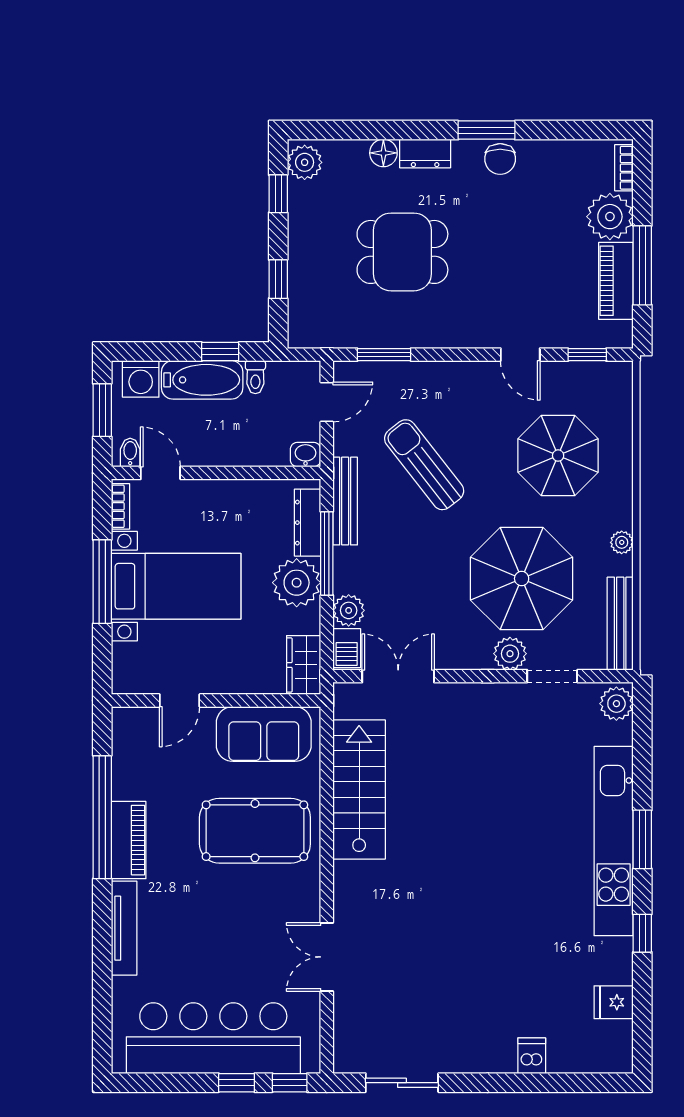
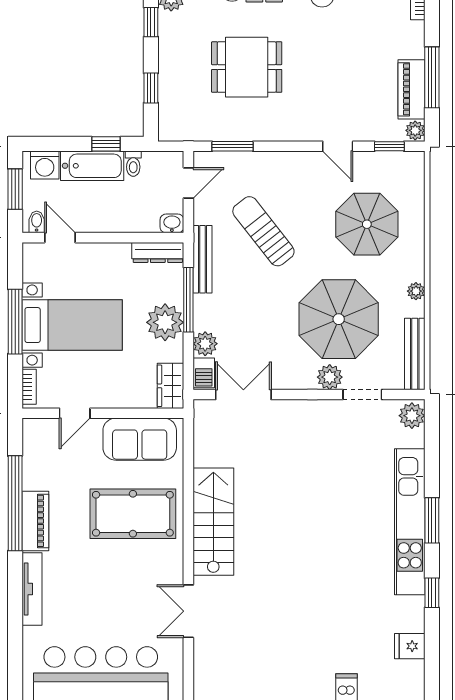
plant: (610, 217) -> (415, 130), moved, width x0.53, depth x0.53
bookcase: (120, 506) -> (29, 387), moved
dresser: (308, 523) -> (158, 252), moved, turned -90
stairs: (359, 790) -> (213, 522), moved

